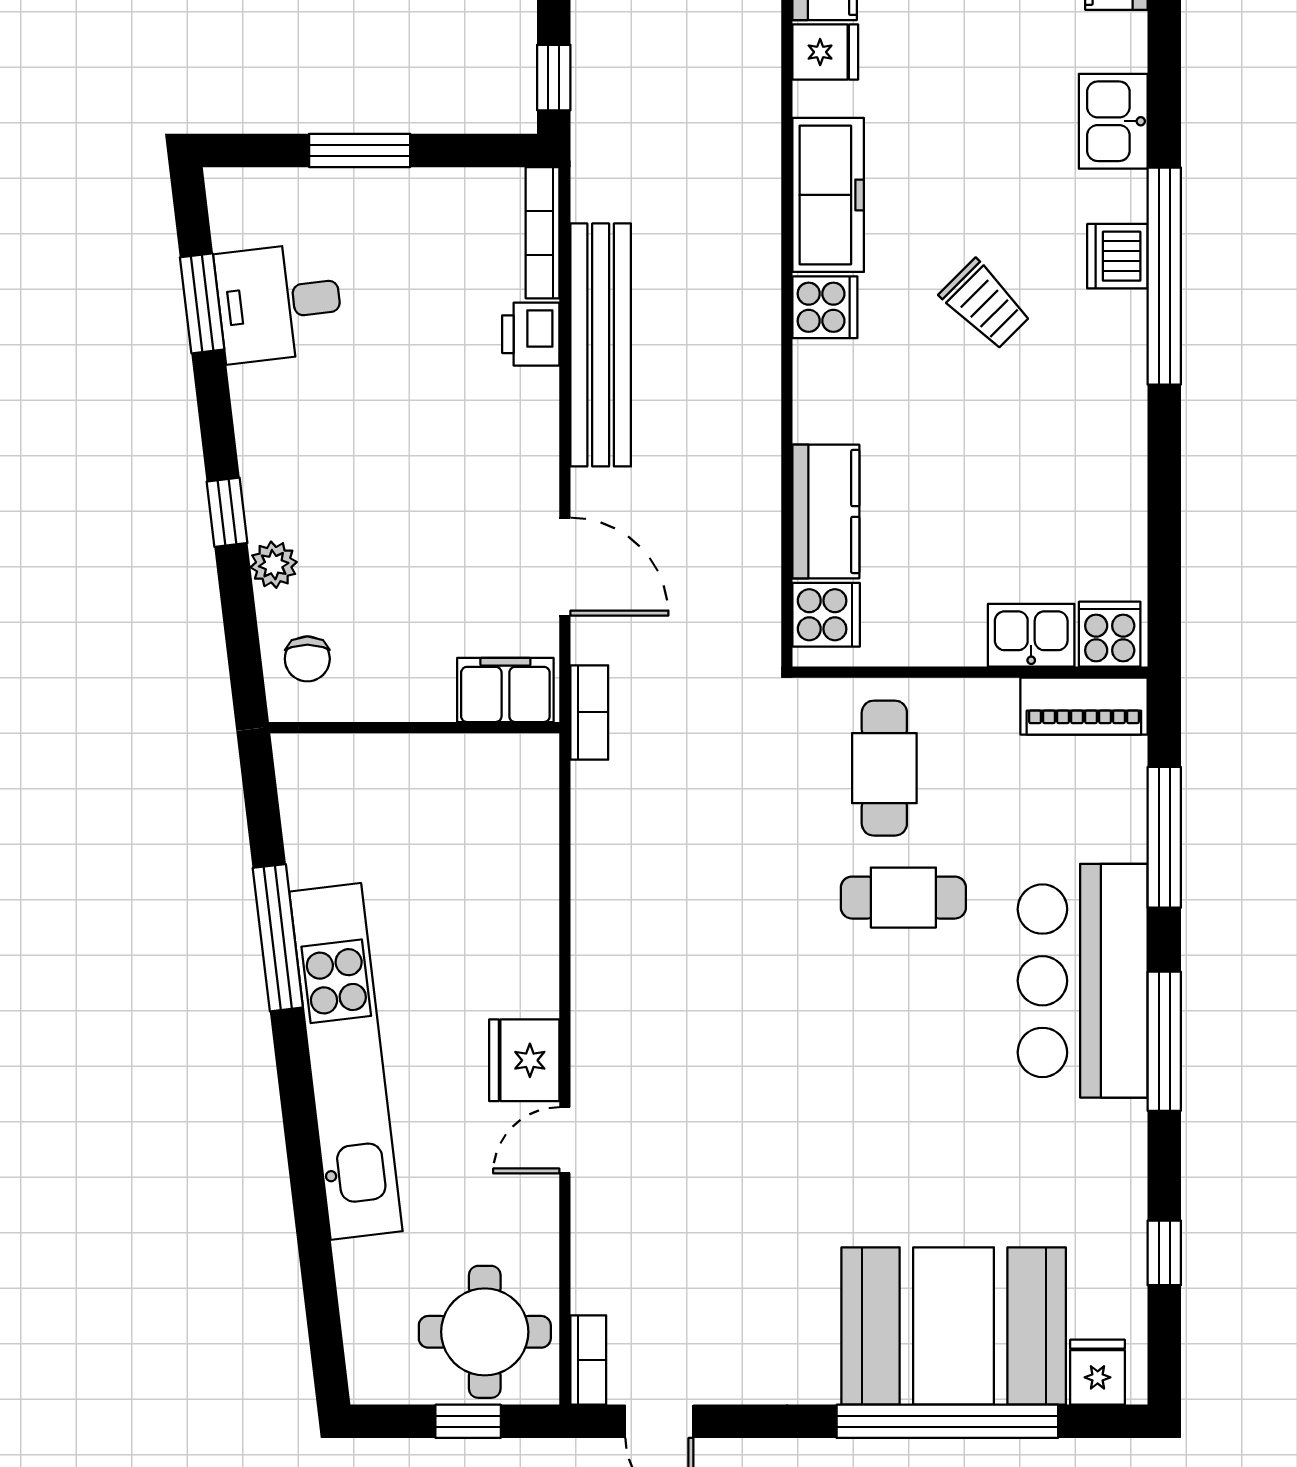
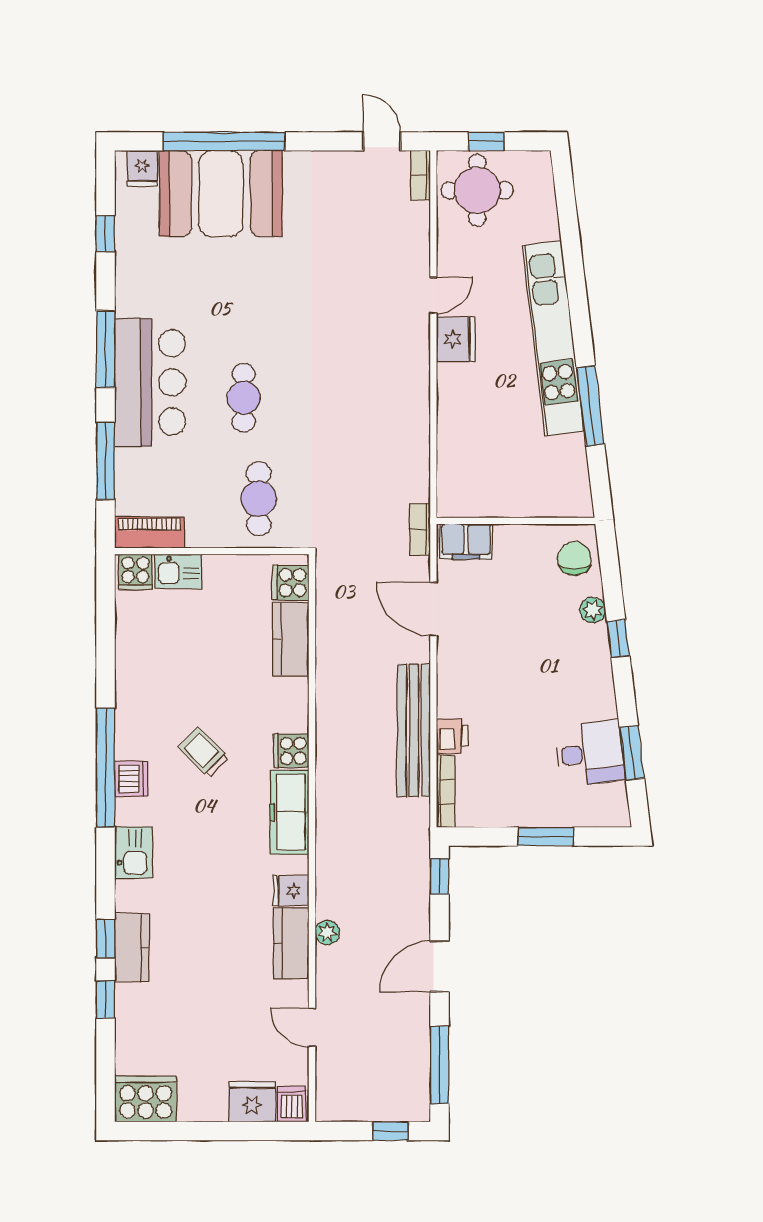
chair: (307, 659) -> (574, 558), width x1.37, depth x1.37
cafe table: (903, 898) -> (244, 398), moved, turned 90

